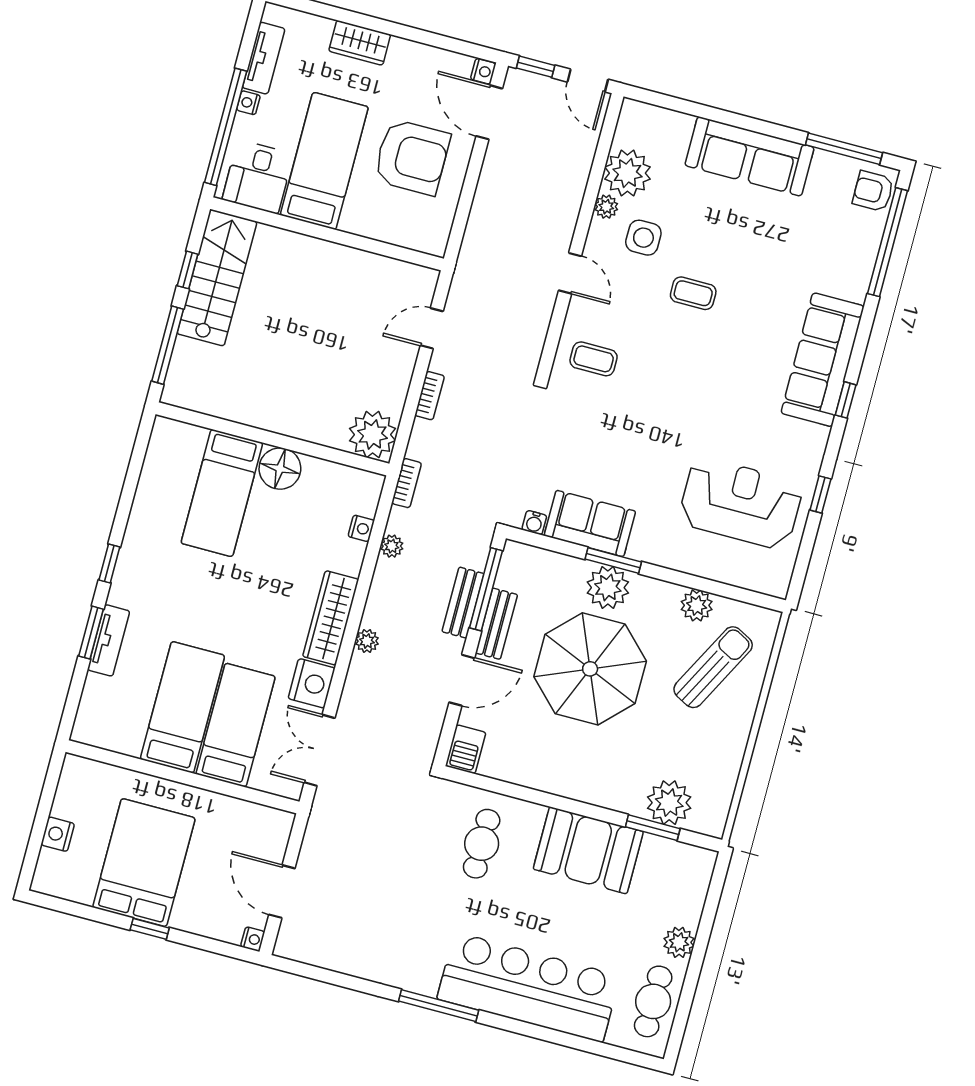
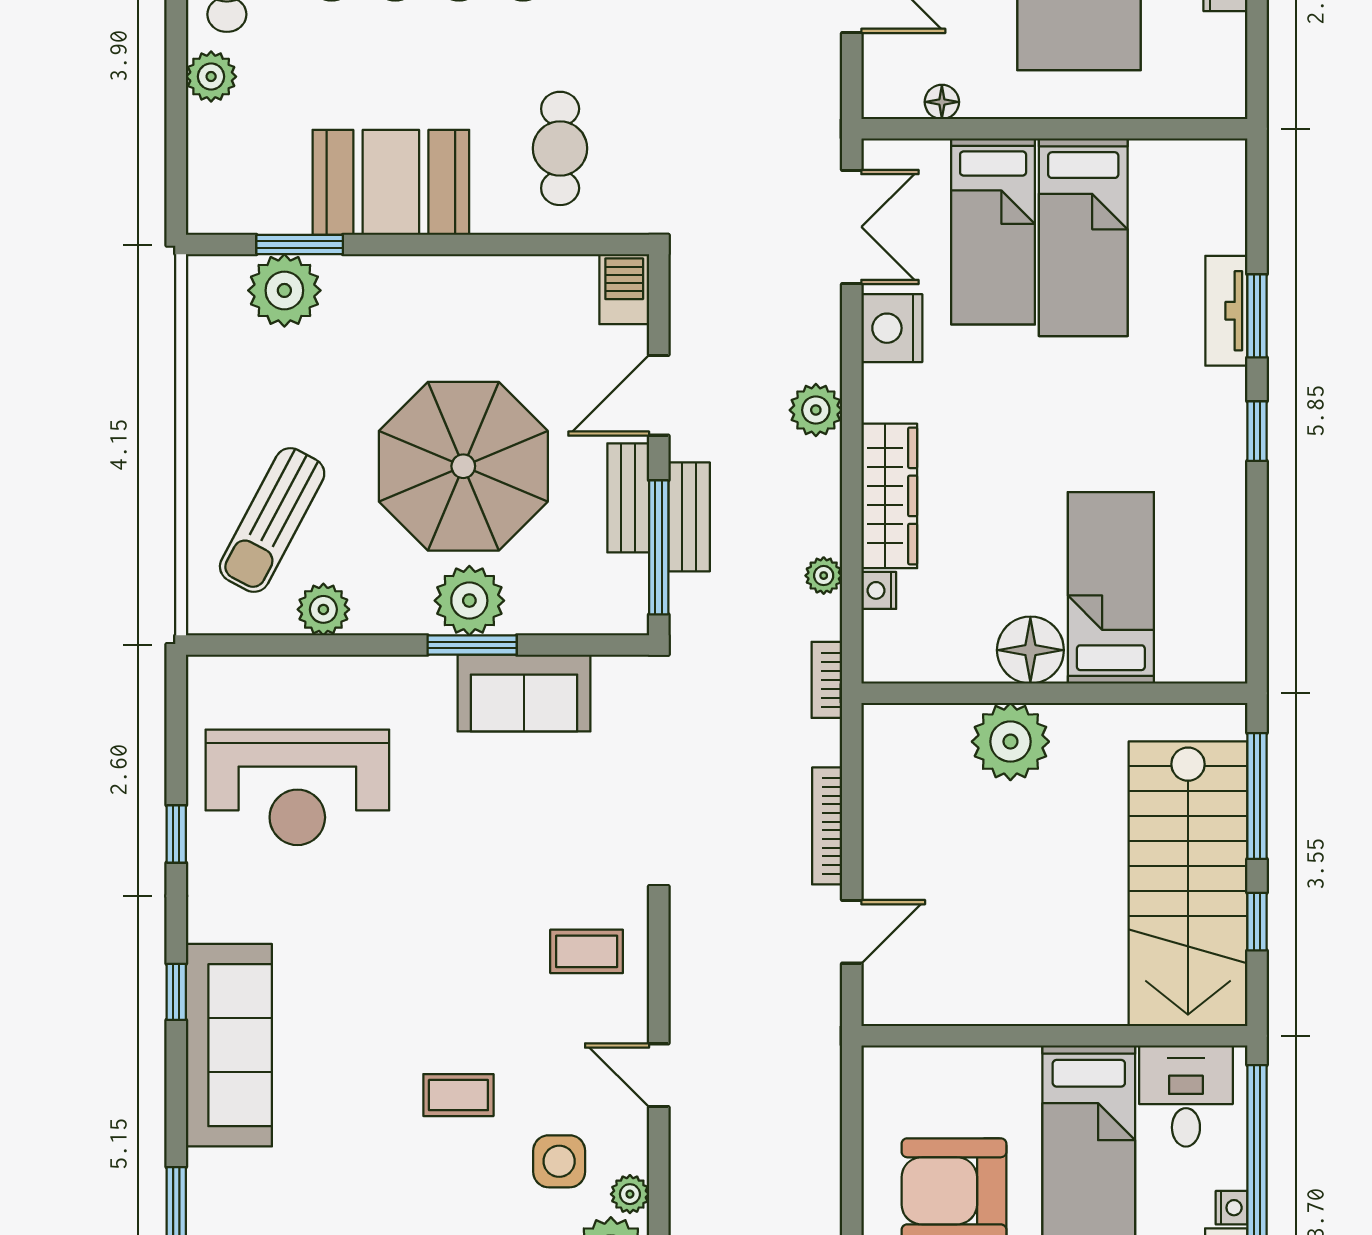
stairs: (217, 278) -> (1188, 884), width x1.36, depth x1.51
bookcase: (430, 396) -> (827, 826), width x1.56
plant: (373, 435) -> (1010, 742), moved
water cooler: (534, 523) -> (611, 671), removed
wardrobe: (331, 618) -> (889, 496), moved
plant: (367, 641) -> (816, 410), width x1.38, depth x1.38
floor lamp: (246, 811) -> (942, 102), added

